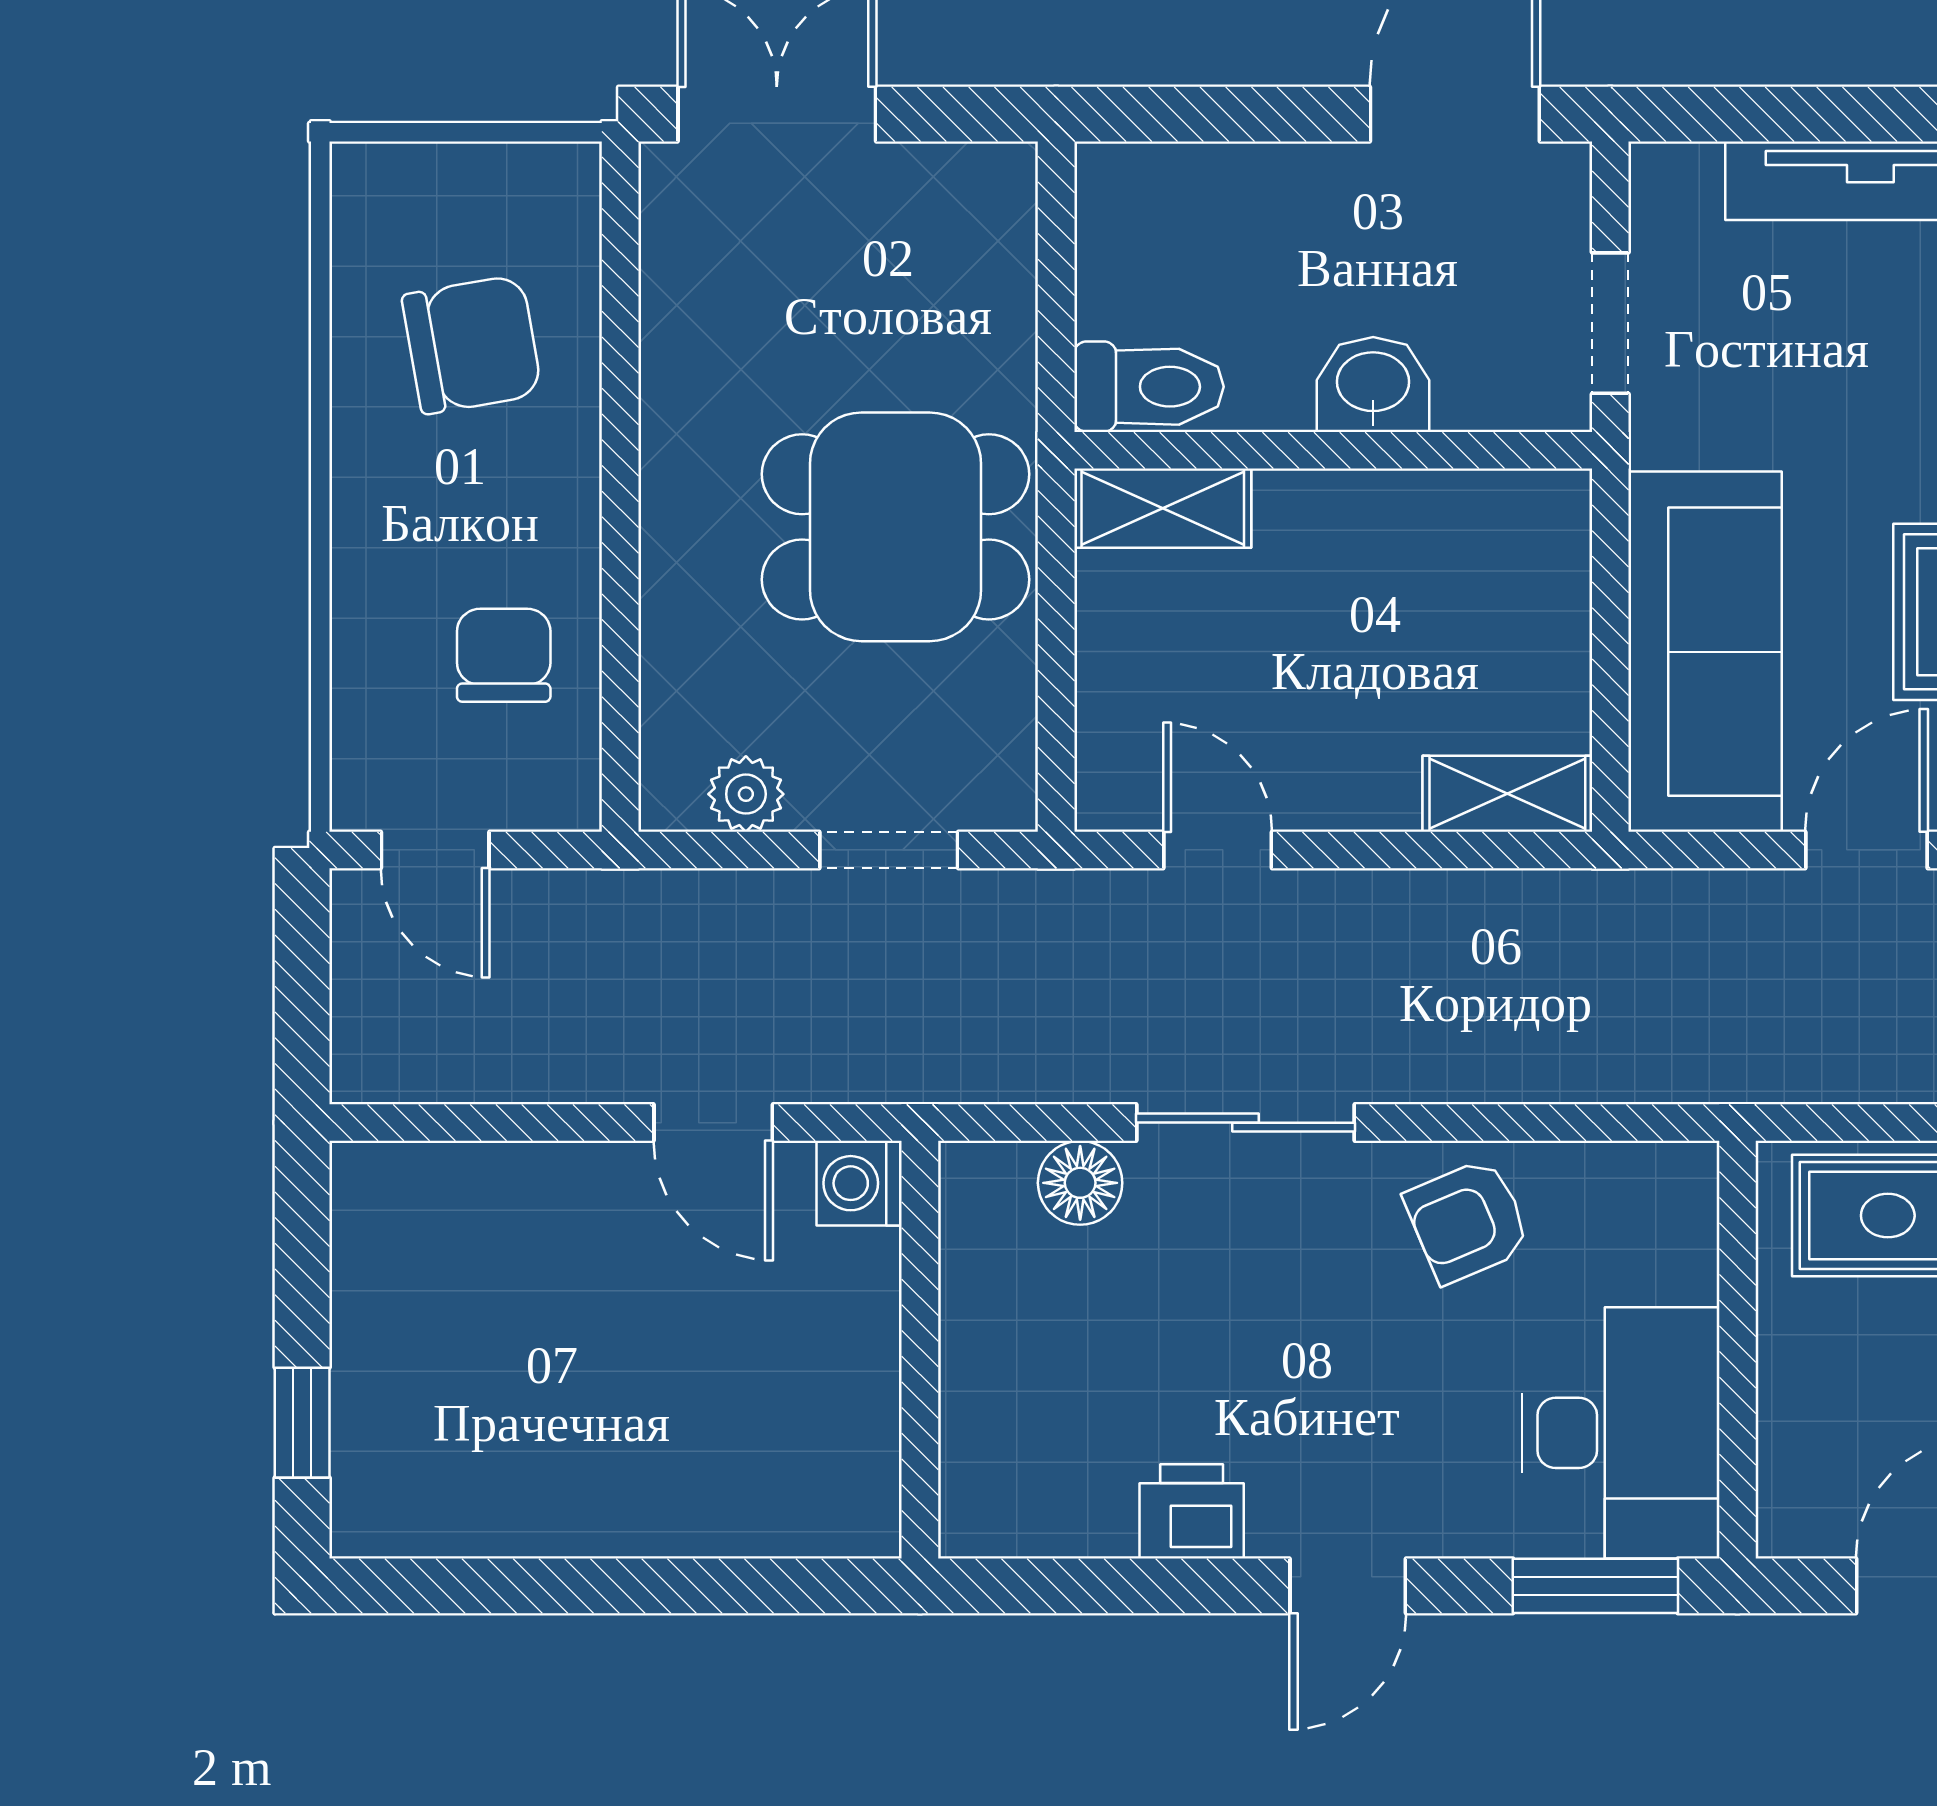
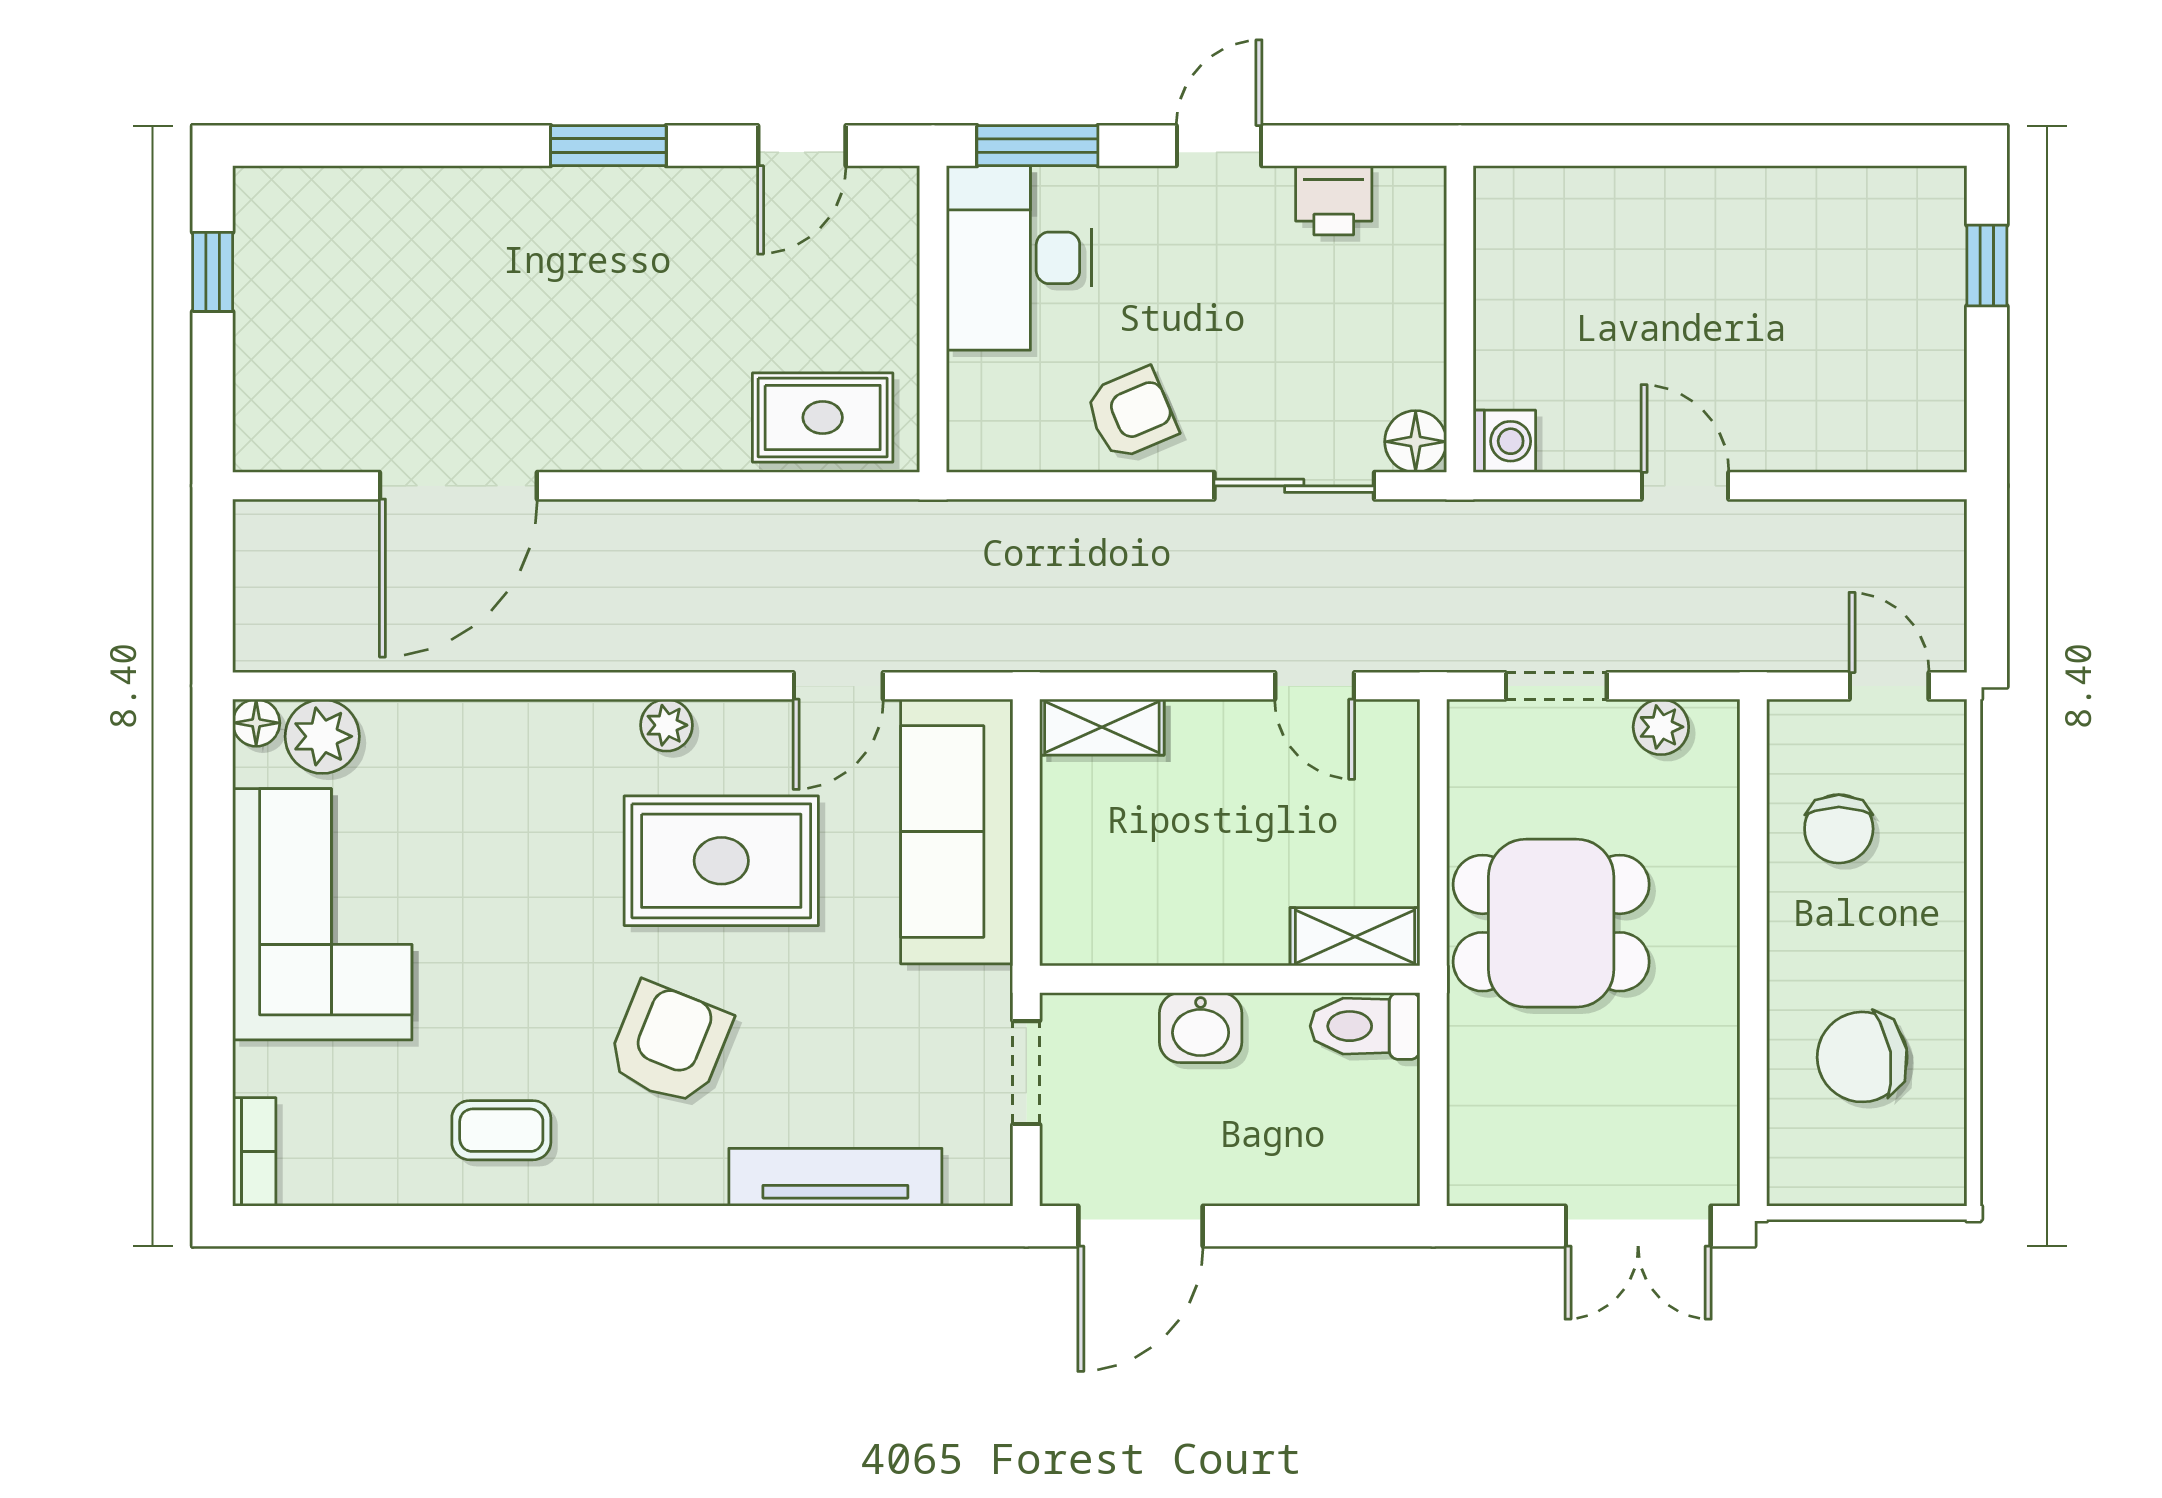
washing machine: (859, 1183) -> (1504, 441), moved
wall: (920, 1350) -> (1460, 319), moved

